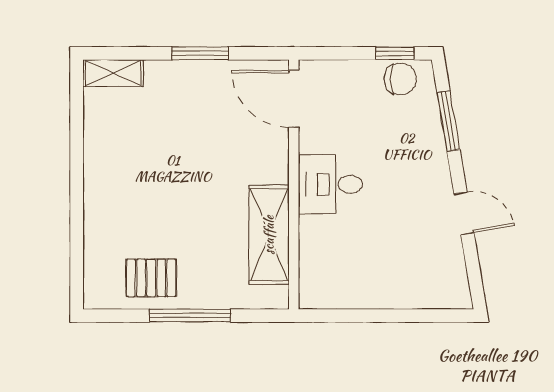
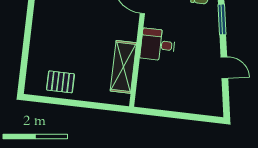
window: (190, 316) -> (78, 103), removed

